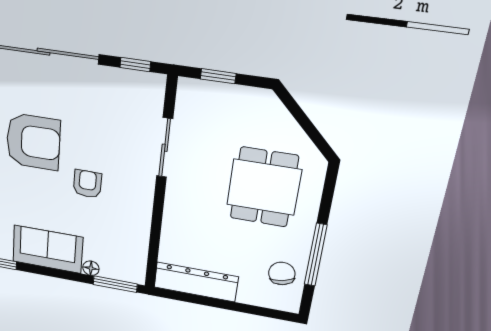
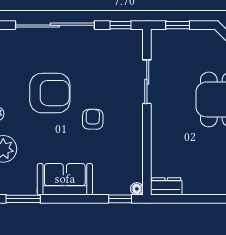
floor lamp: (91, 268) -> (137, 189), moved
dresser: (196, 282) -> (166, 186), width x0.51, depth x0.80
window: (115, 284) -> (120, 199), width x0.67

